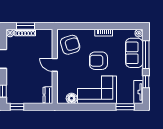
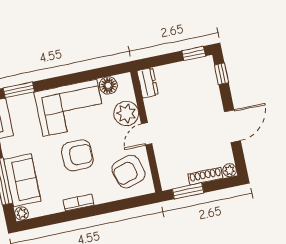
window: (26, 26) -> (188, 191), moved
door: (55, 65) -> (147, 134), swing flipped
plant: (64, 80) -> (126, 113), added

